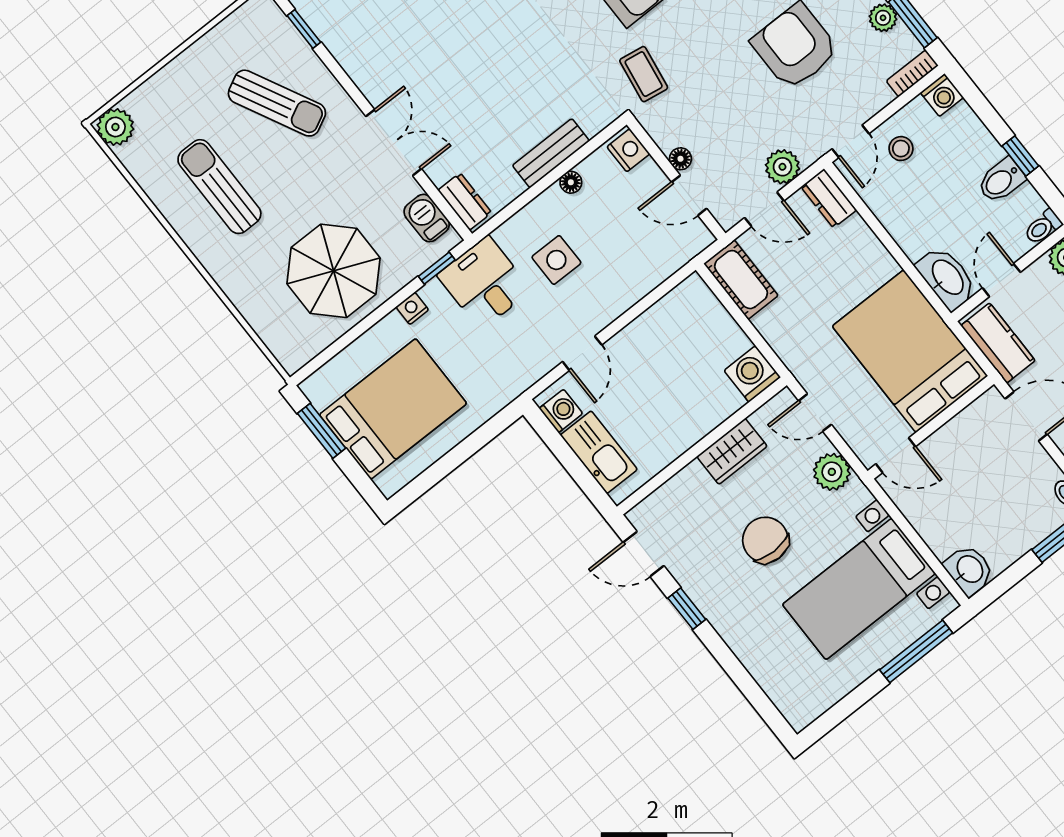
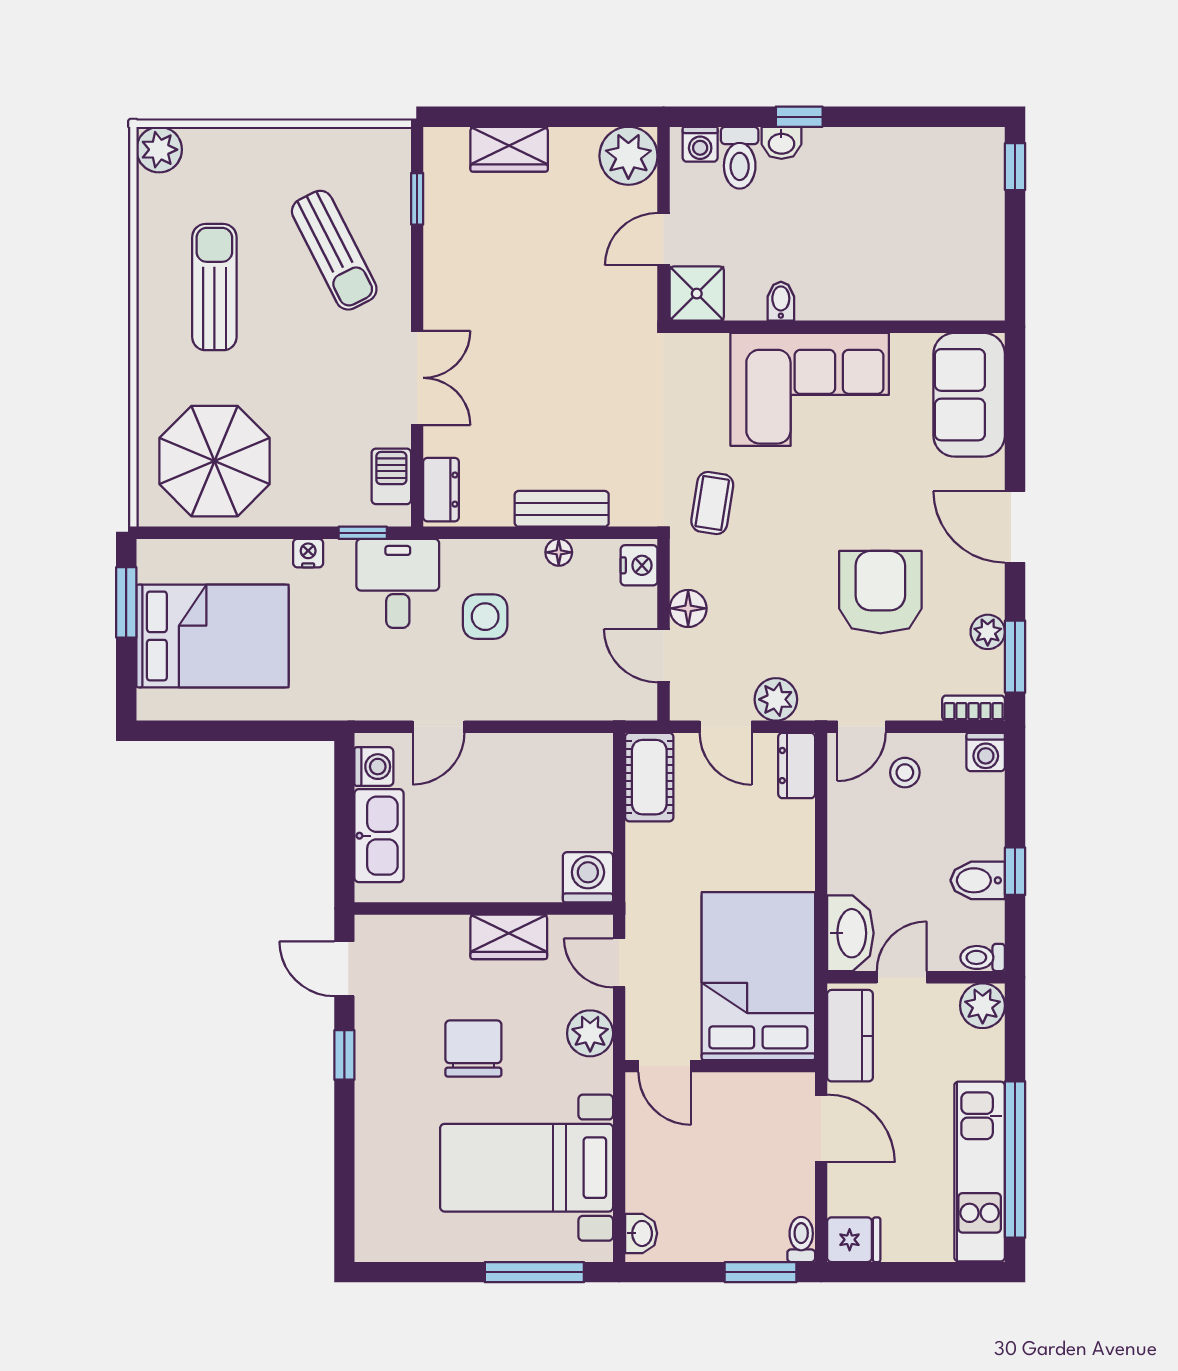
floor lamp: (680, 159) -> (688, 608), width x1.37, depth x1.37
parasol: (334, 271) -> (215, 461), moved
washbasin: (969, 570) -> (641, 1233), width x0.72, depth x0.69

